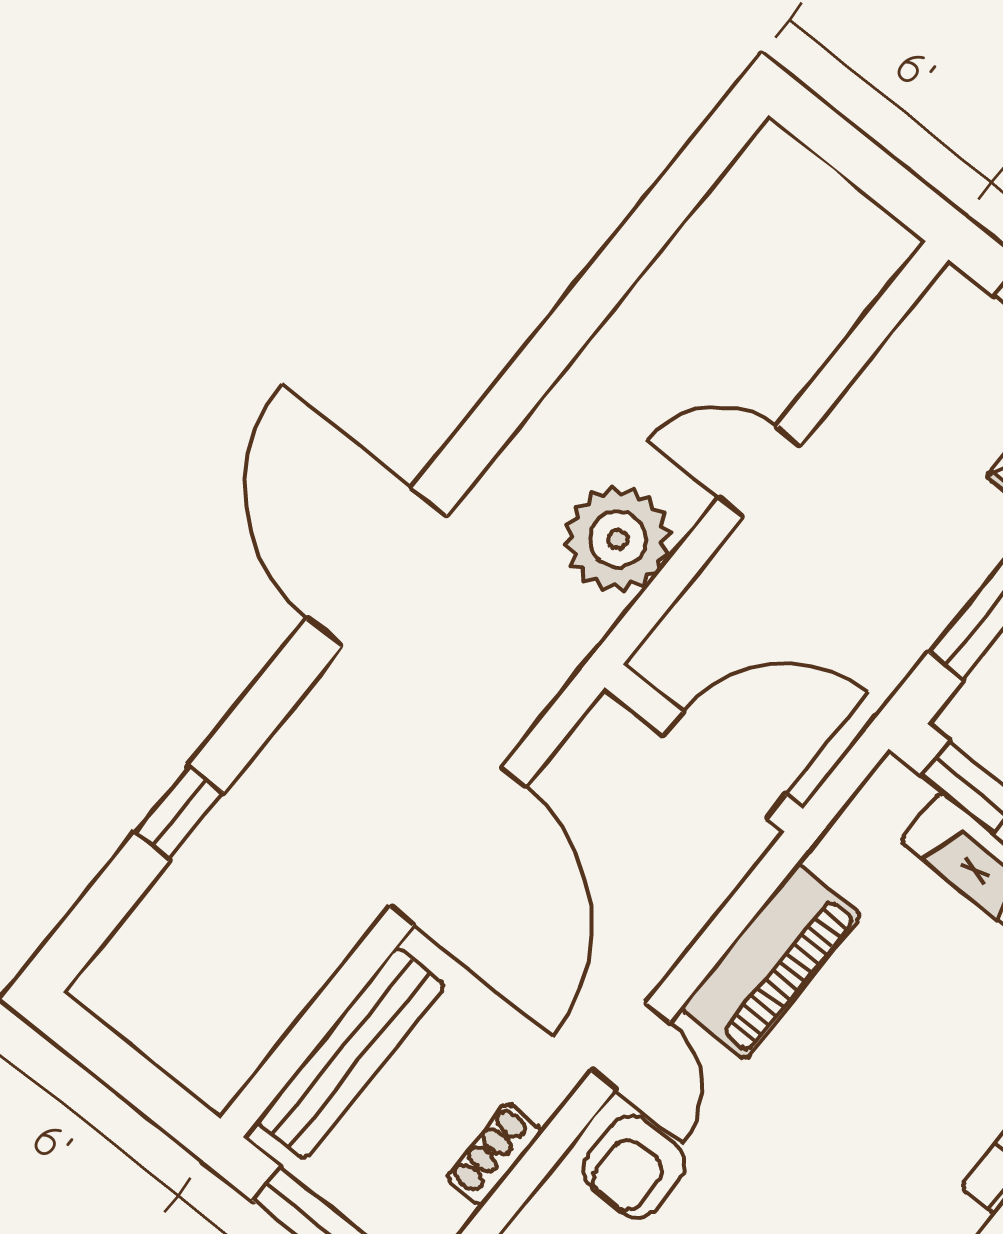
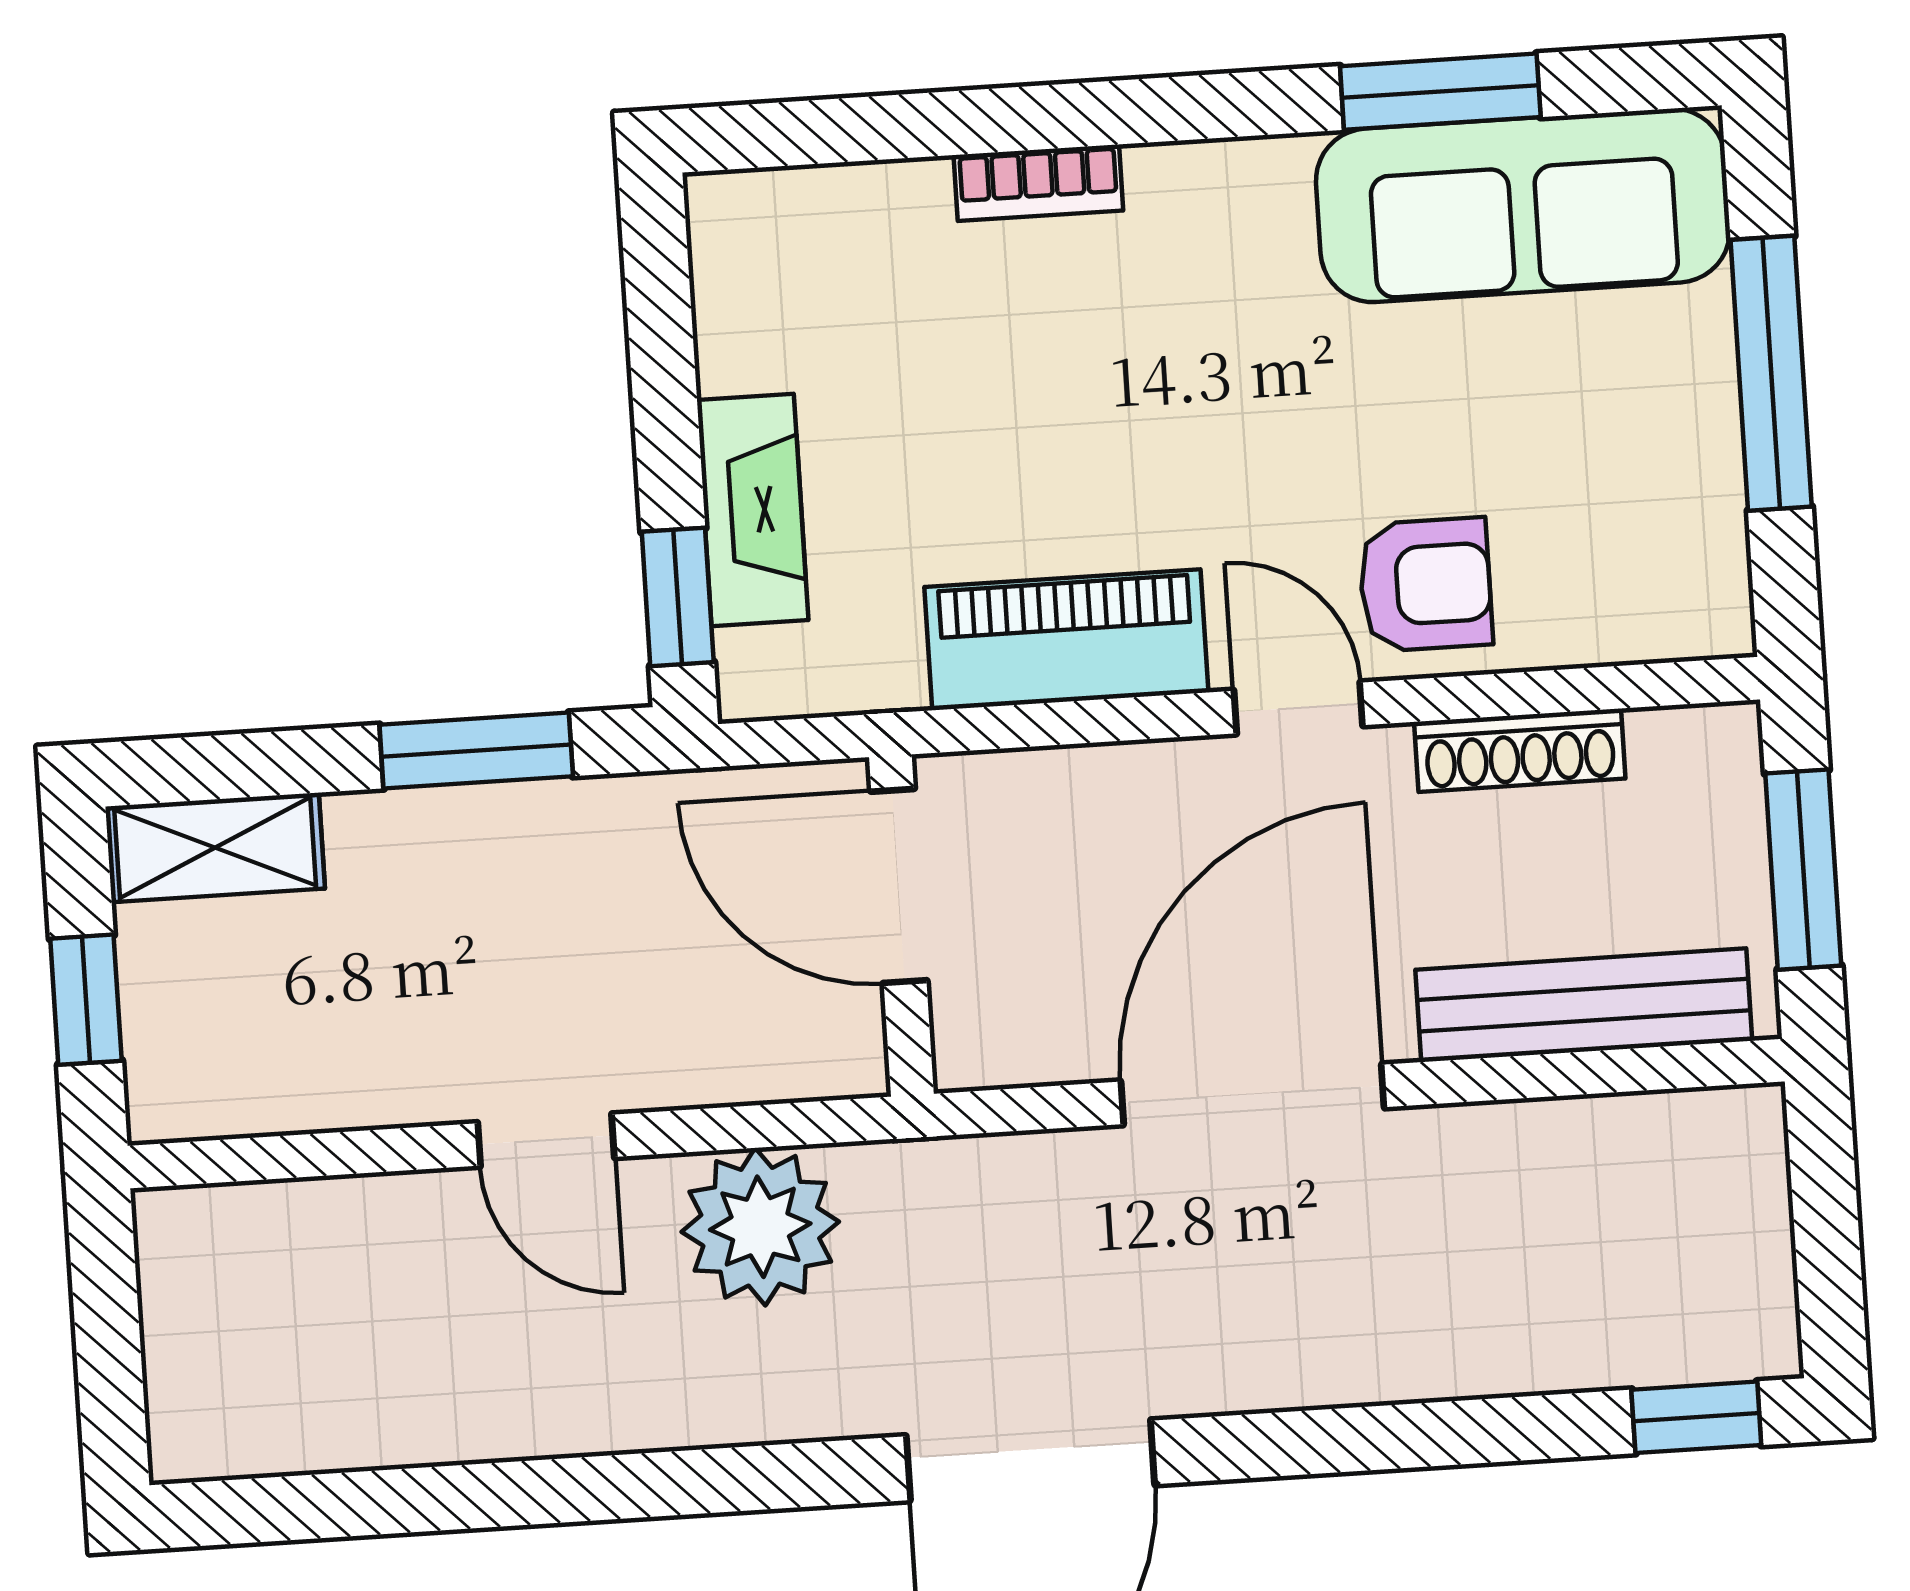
window: (179, 813) -> (1696, 1417), moved
door: (631, 1046) -> (1298, 708), hinge flipped
shoe rack: (495, 1154) -> (1520, 750), width x1.43

